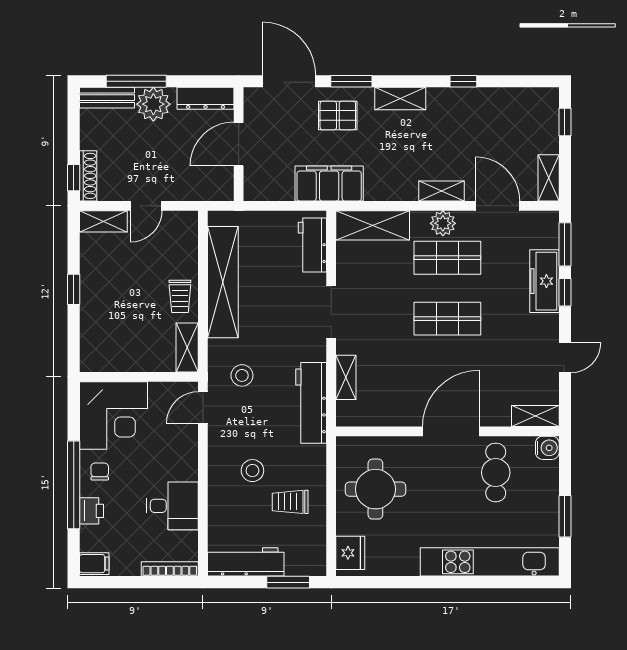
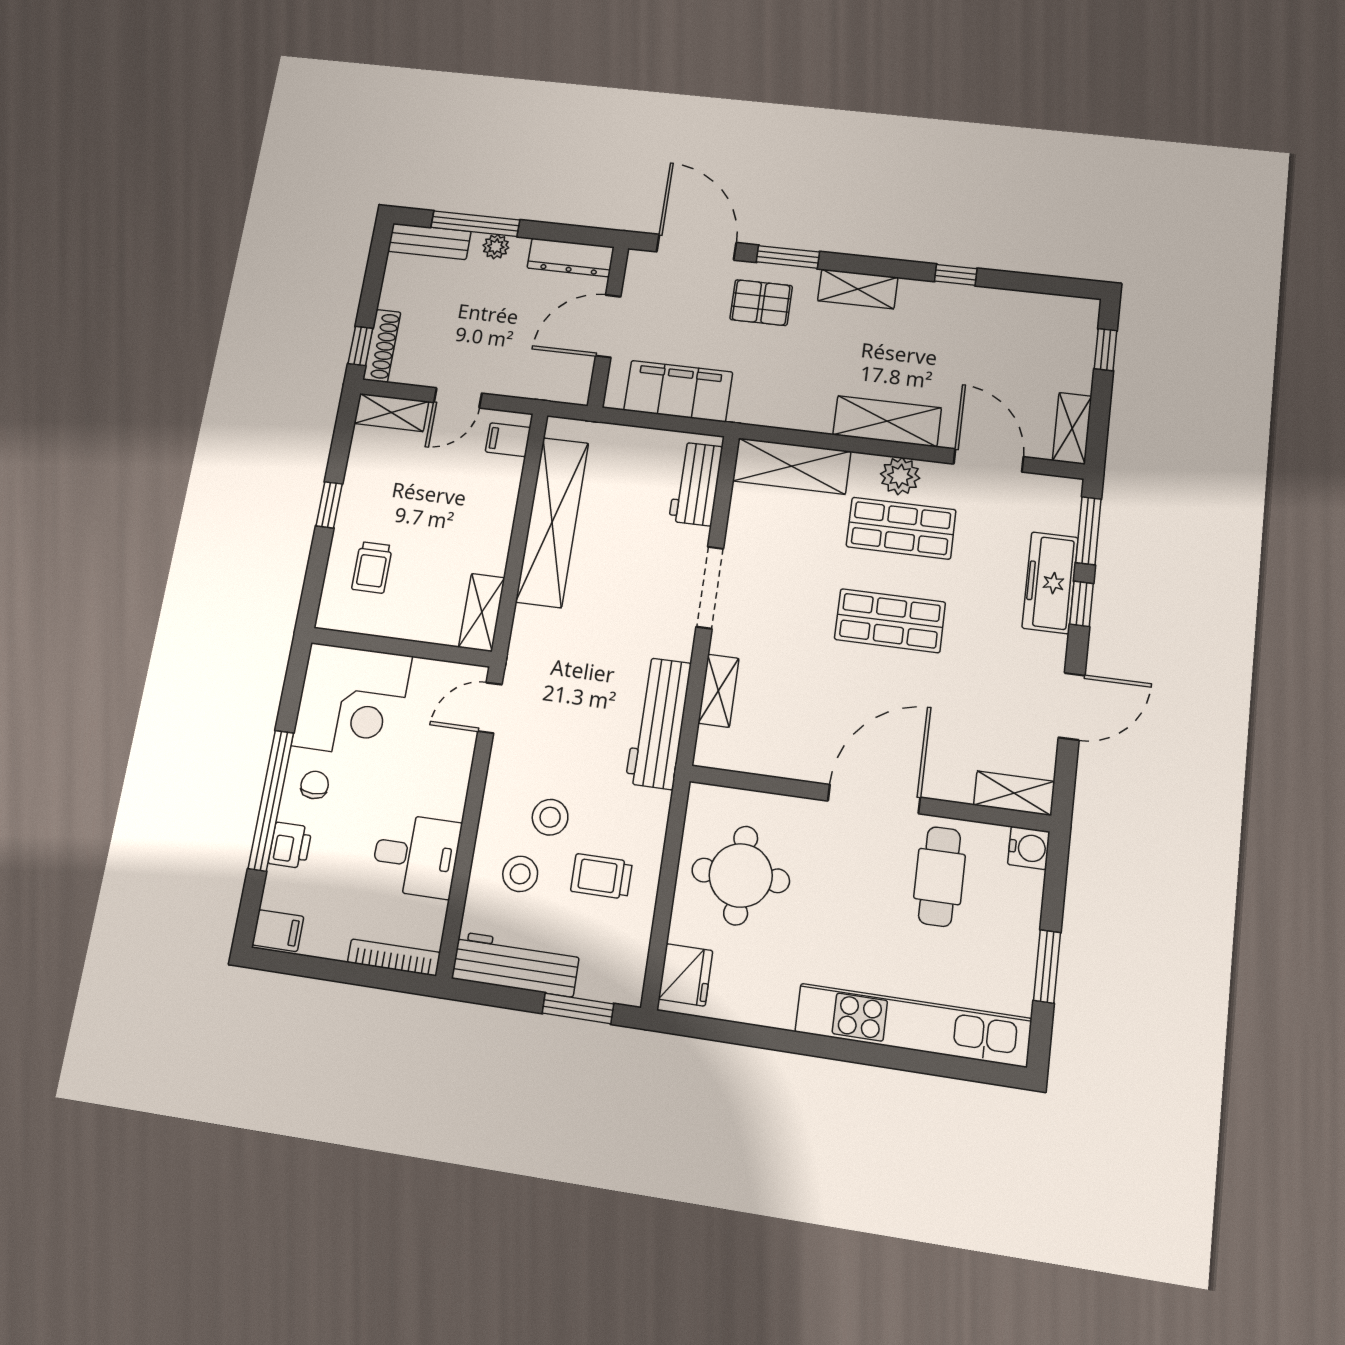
plant: (153, 104) -> (496, 247), width x0.53, depth x0.53
filing cabinet: (329, 184) -> (678, 391), moved
shelving: (442, 191) -> (887, 421), width x1.50, depth x1.33
filing cabinet: (185, 230) -> (508, 440), added
trolley: (180, 296) -> (372, 567), moved
door: (565, 358) -> (1072, 706), width x1.38
stool: (242, 375) -> (520, 874), moved

